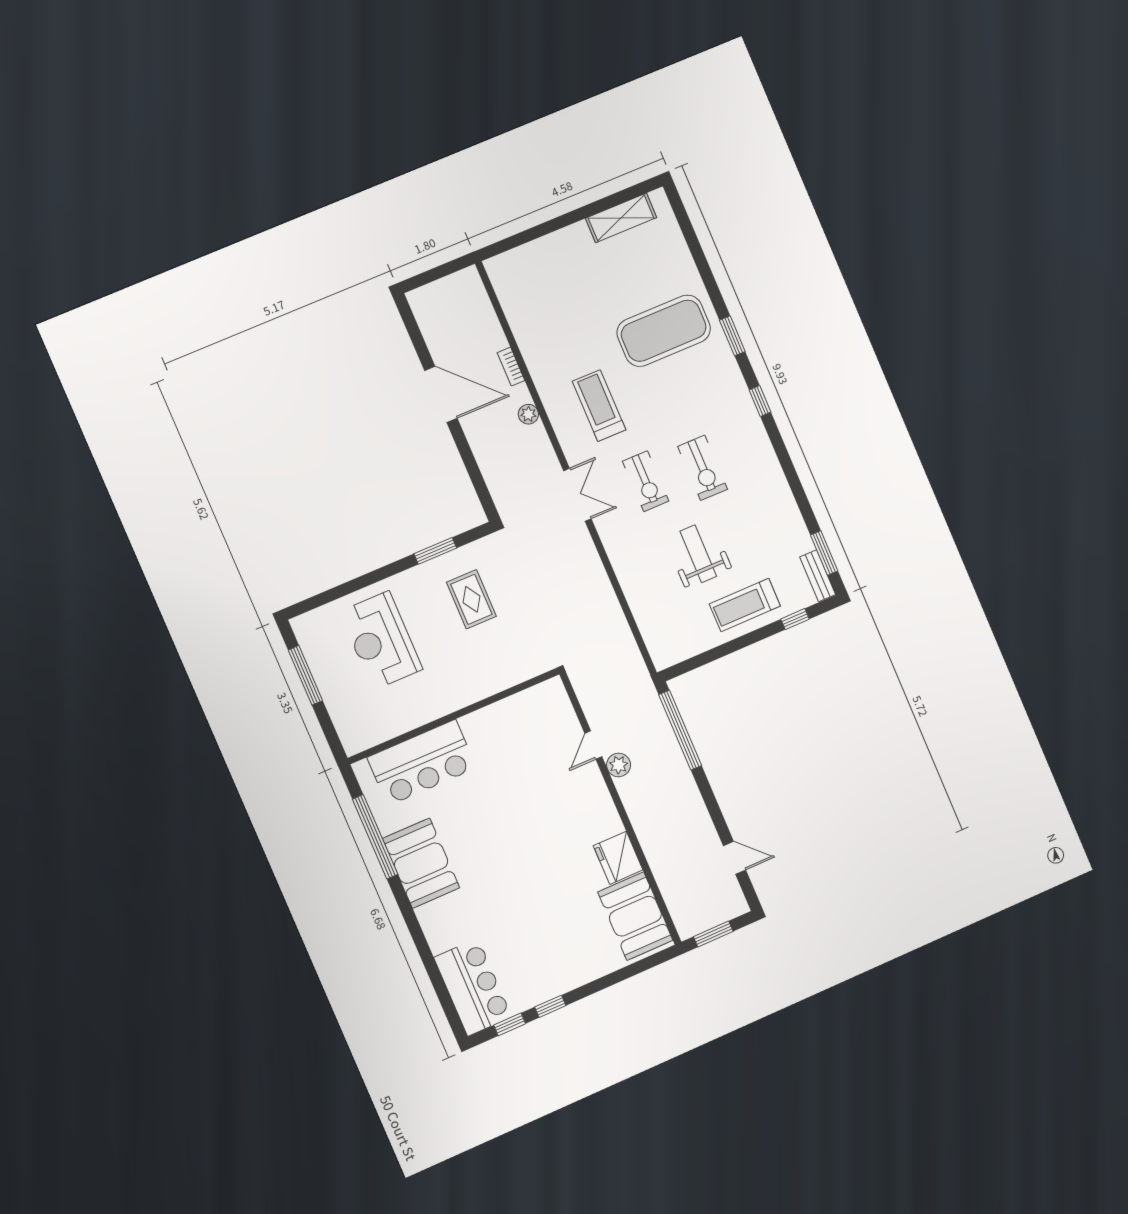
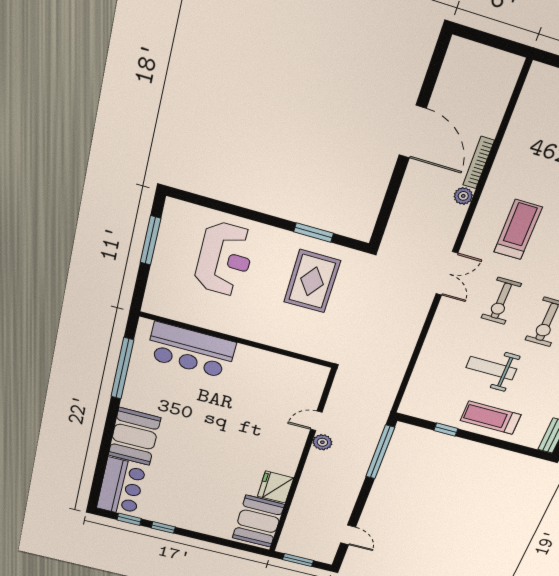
bookcase: (511, 367) -> (479, 163), width x1.56
weight bench: (698, 554) -> (491, 368), turned -90
rug: (471, 599) -> (312, 281), width x1.36, depth x1.43
window: (795, 619) -> (446, 430), moved
reception desk: (381, 640) -> (225, 259), turned 180
booth: (421, 863) -> (134, 437), moved

